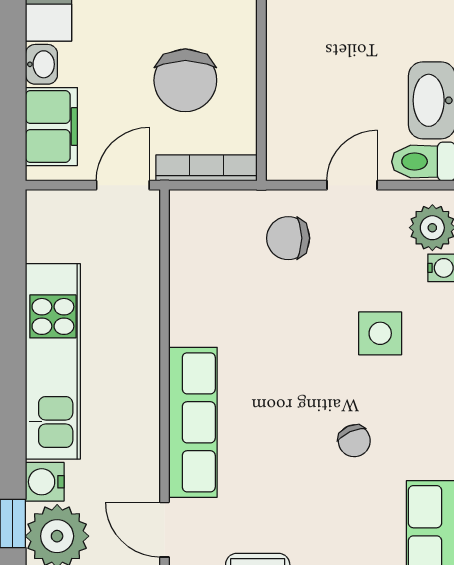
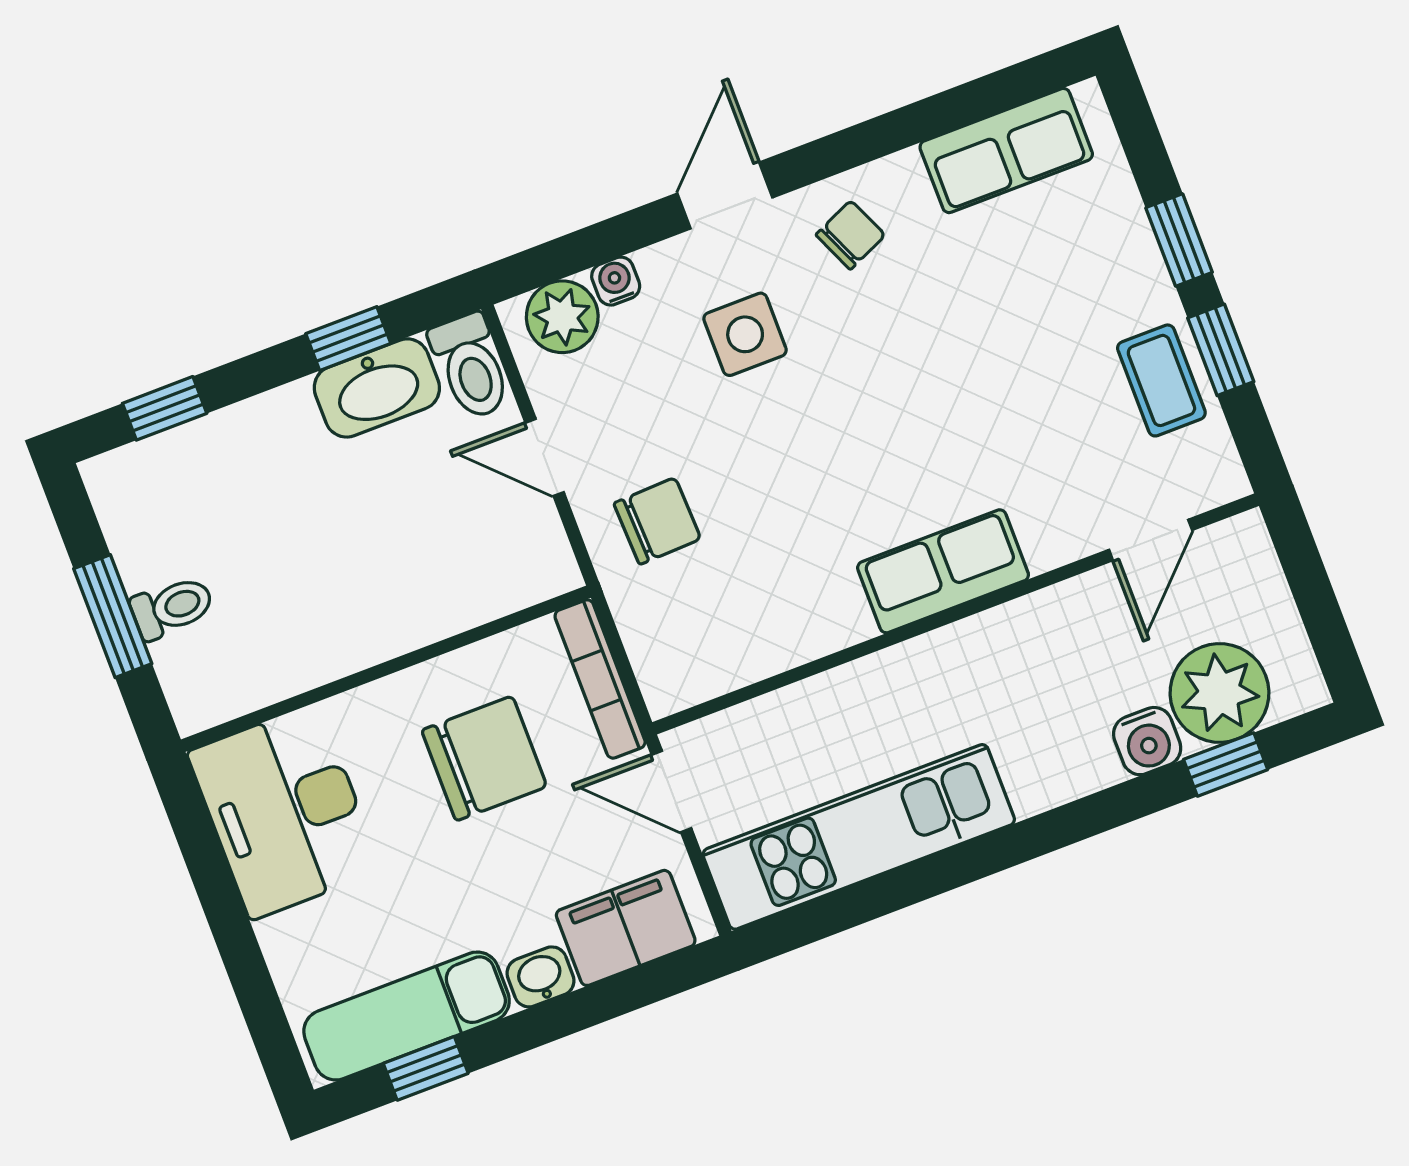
chair: (288, 238) -> (657, 521), turned -92
kitchen unit: (53, 361) -> (859, 837), moved
row of seats: (193, 422) -> (943, 571), width x0.68
chair: (354, 441) -> (850, 235), moved

